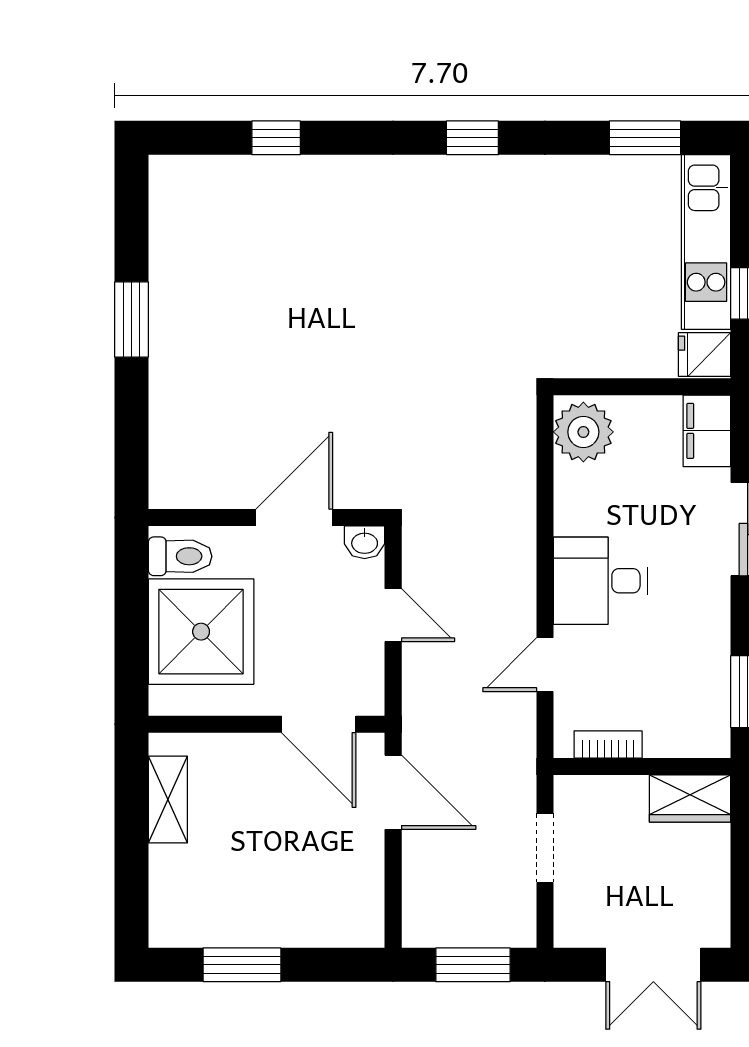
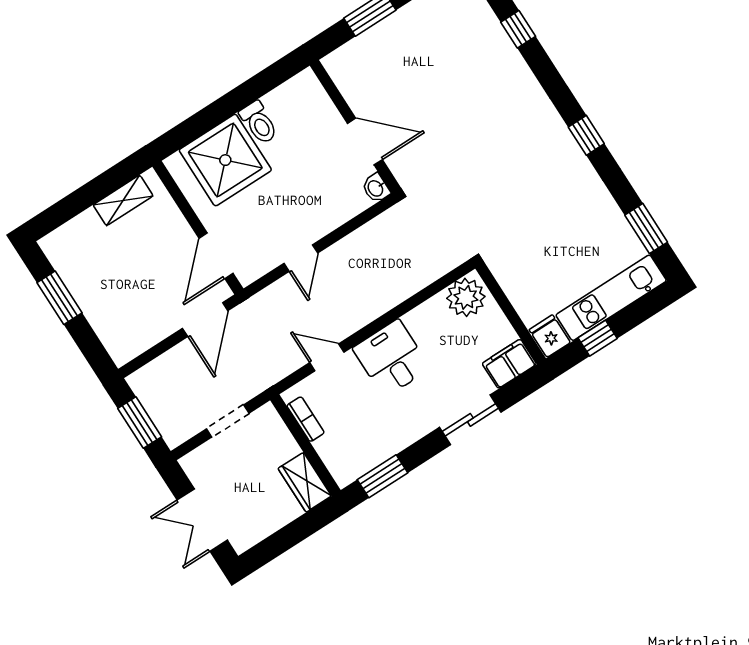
wall: (267, 518) -> (355, 127), moved
door: (294, 518) -> (365, 142), moved
washbasin: (365, 542) -> (376, 188), moved

